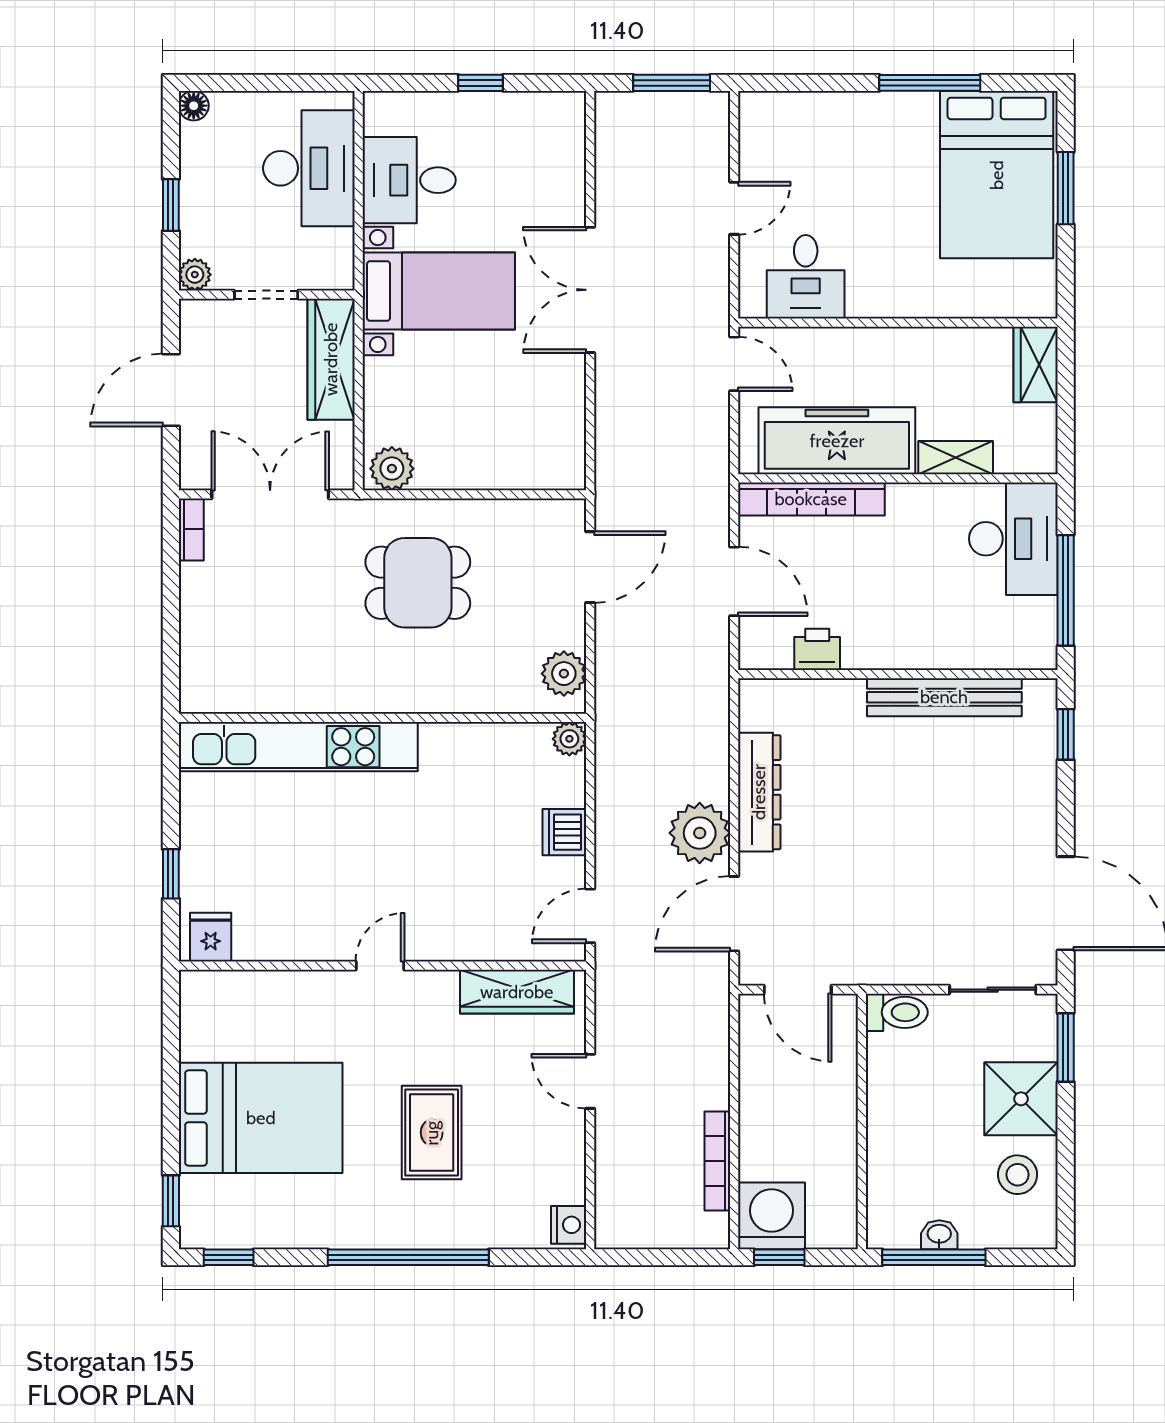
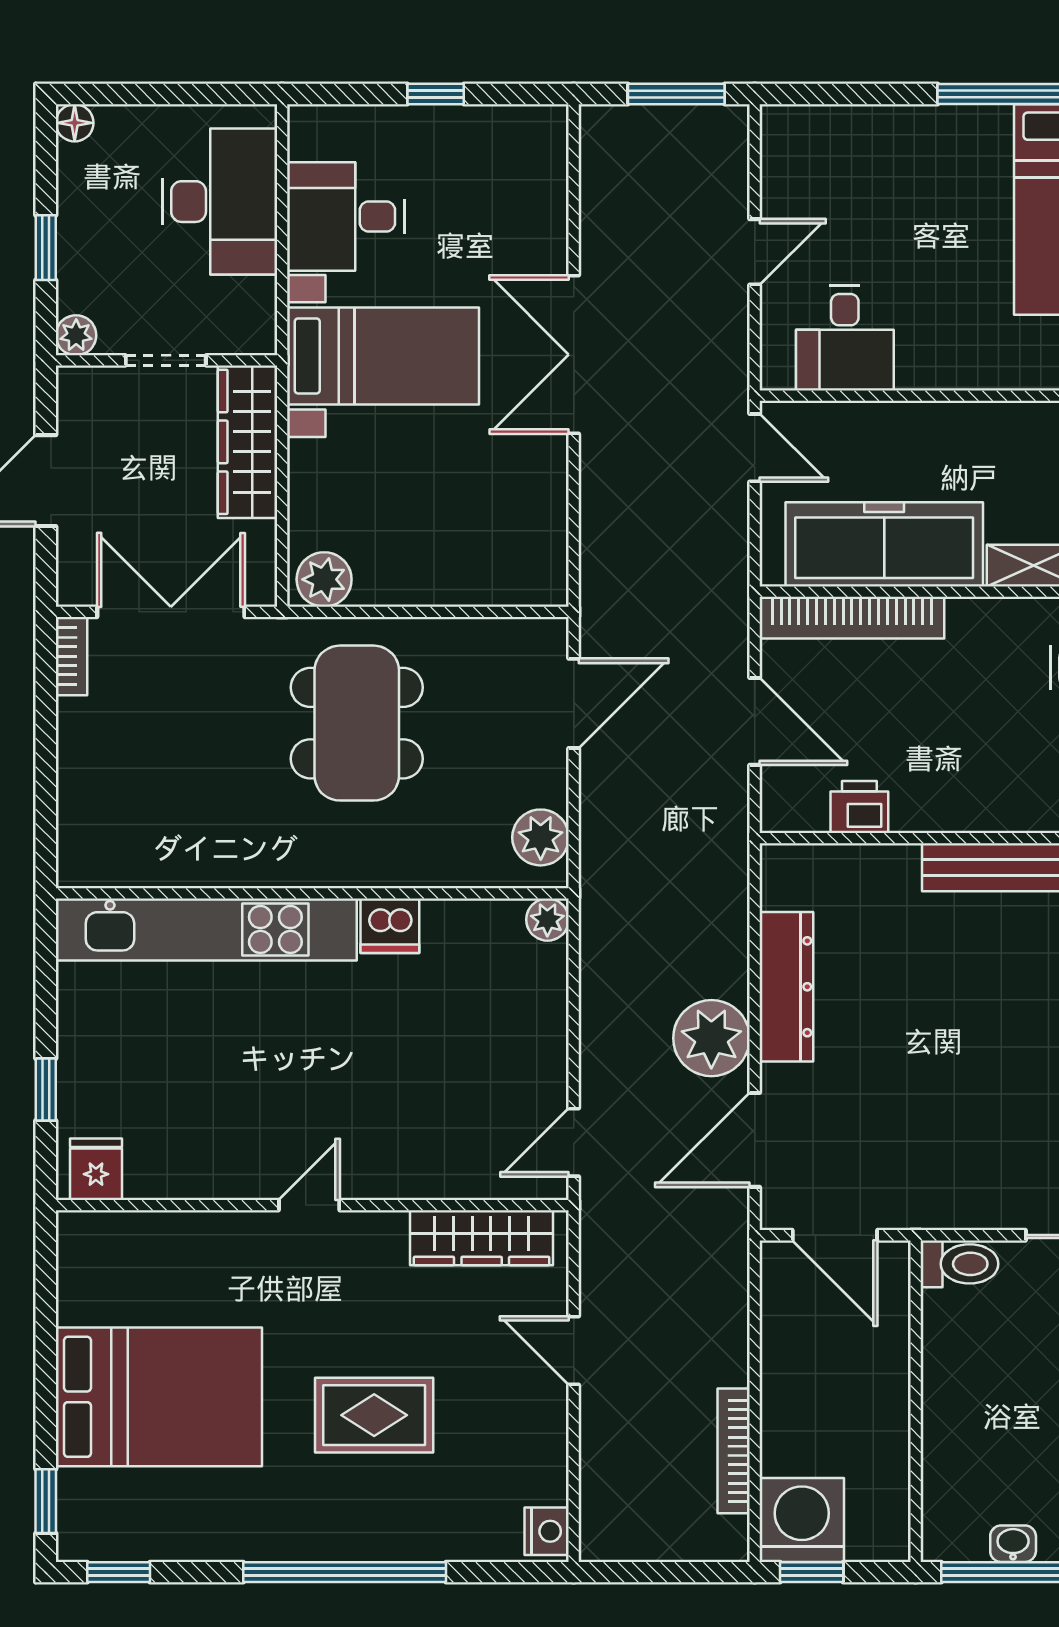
dining table: (418, 583) -> (357, 723), width x1.37
dishwasher: (564, 832) -> (390, 926), moved, turned -90
rug: (432, 1133) -> (374, 1415), turned 90

